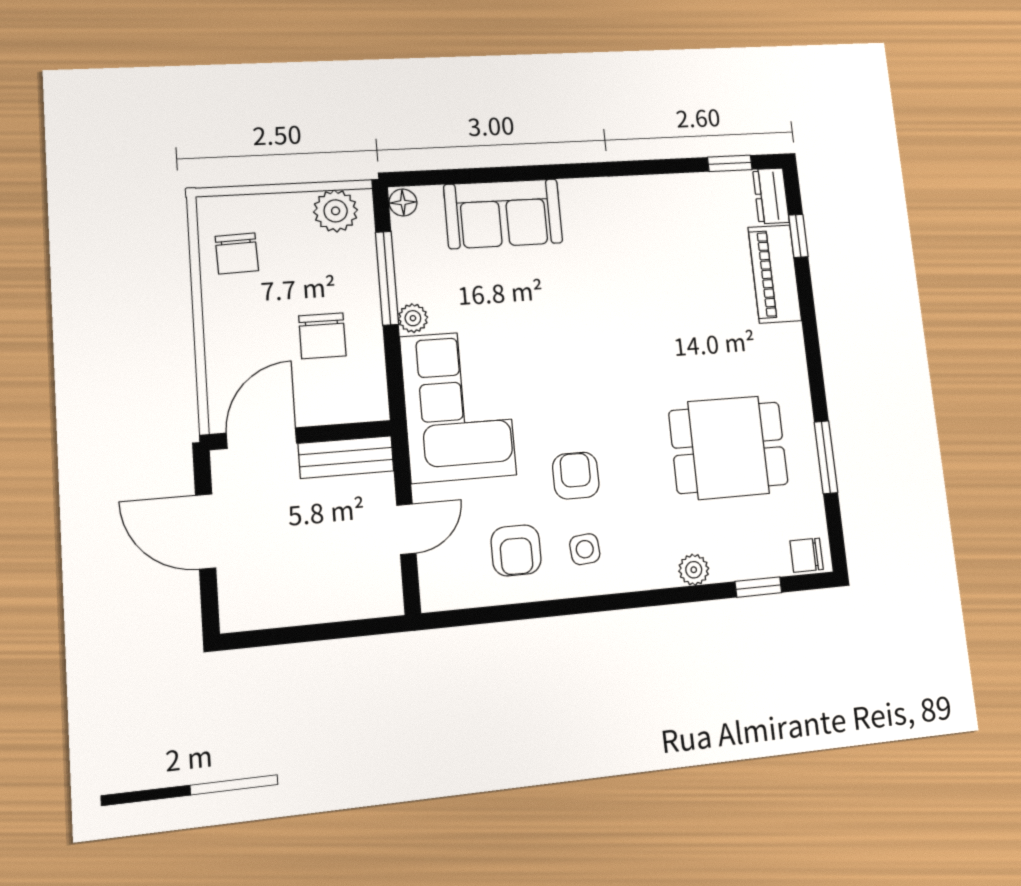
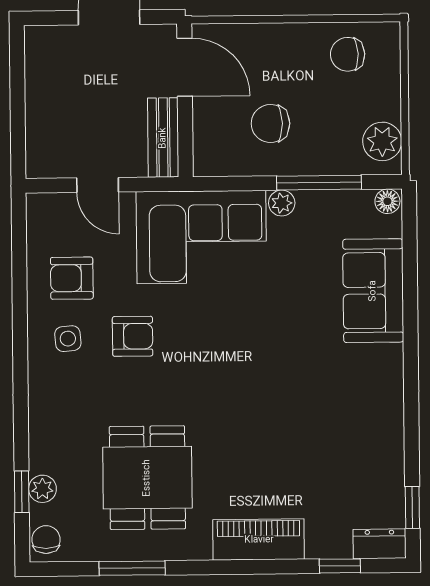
piano: (775, 274) -> (259, 540), moved
plant: (694, 570) -> (42, 489), moved

